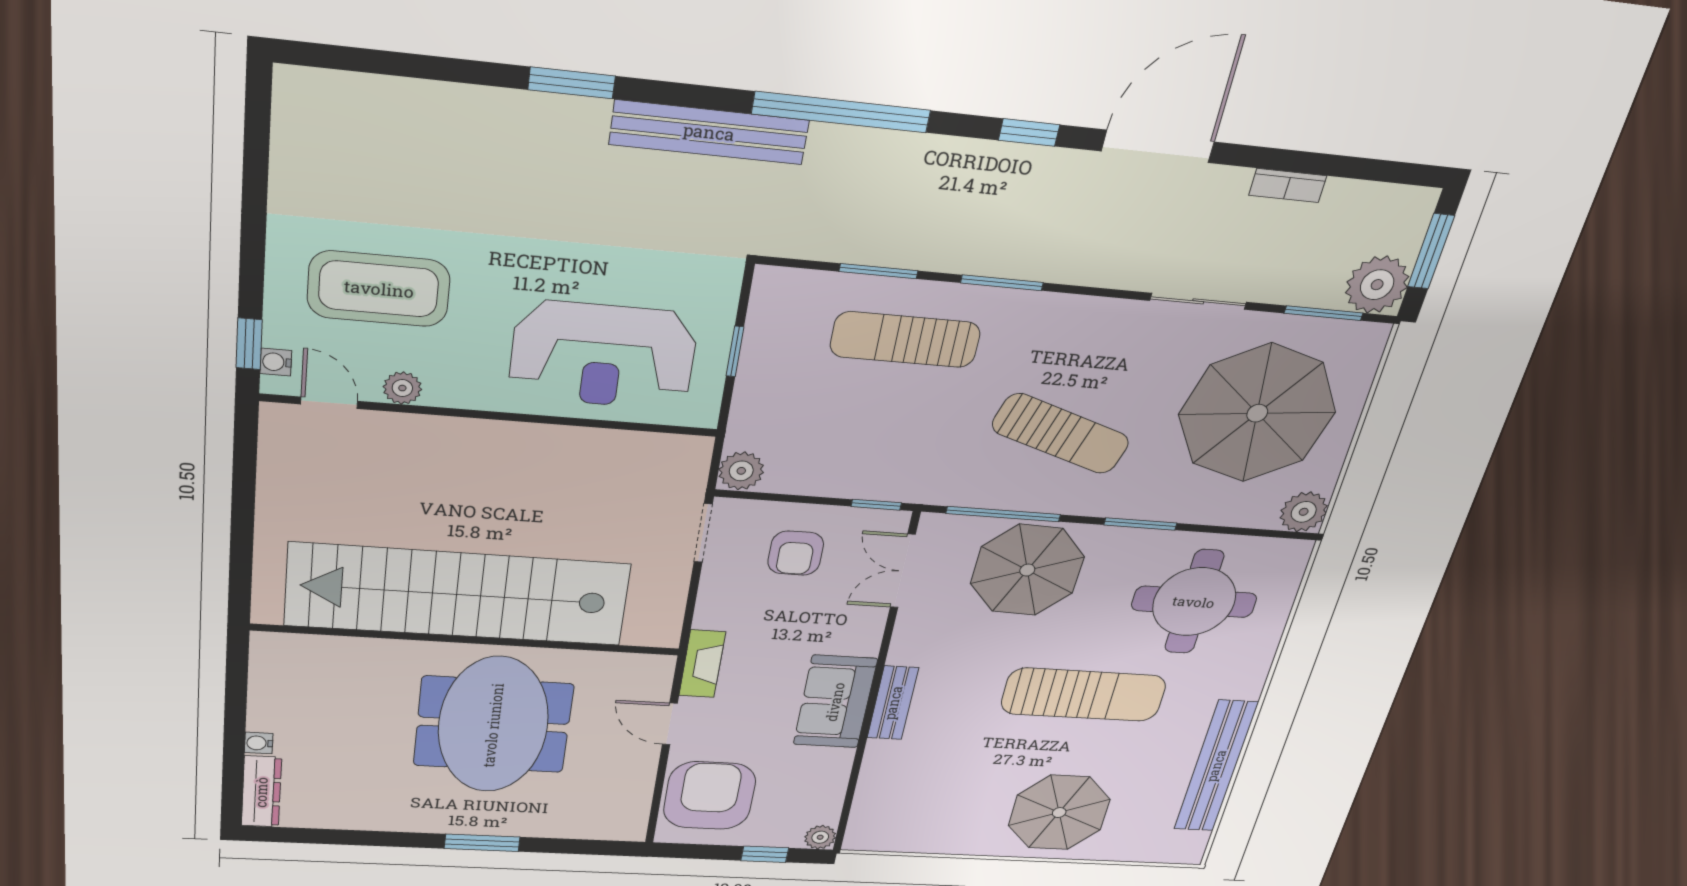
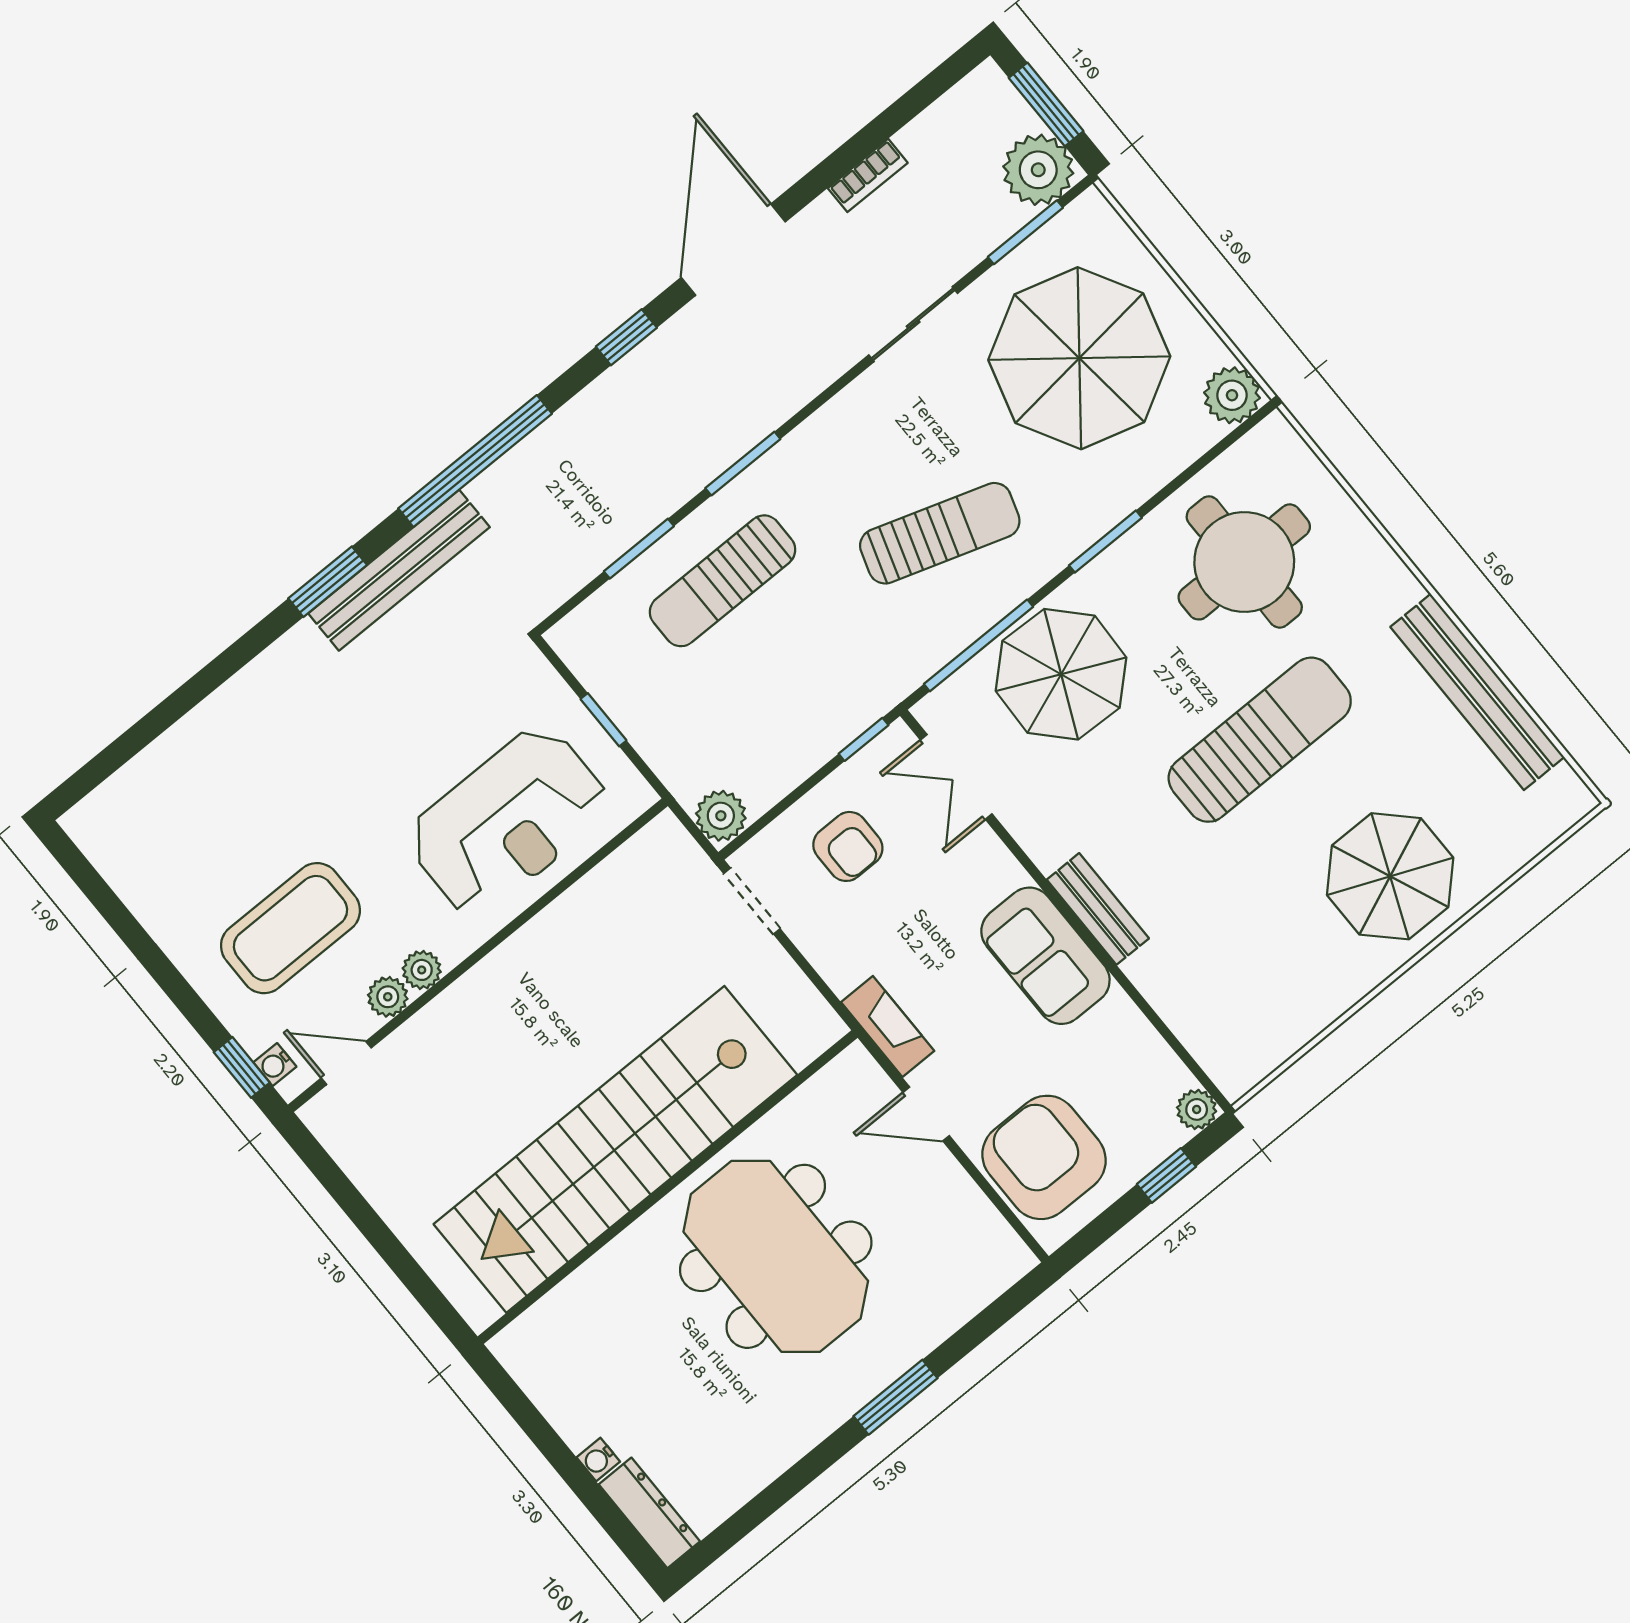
window: (572, 83) -> (328, 582), moved
plant: (444, 392) -> (422, 970), added

